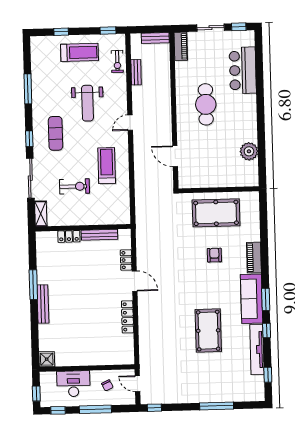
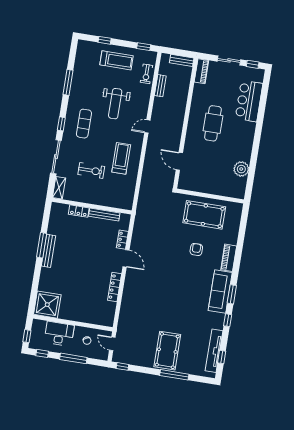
bench: (43, 304) -> (48, 251), moved
pool table: (208, 331) -> (167, 351), moved
tv unit: (257, 350) -> (214, 351), moved
shower: (47, 359) -> (47, 305), width x1.86, depth x1.86

